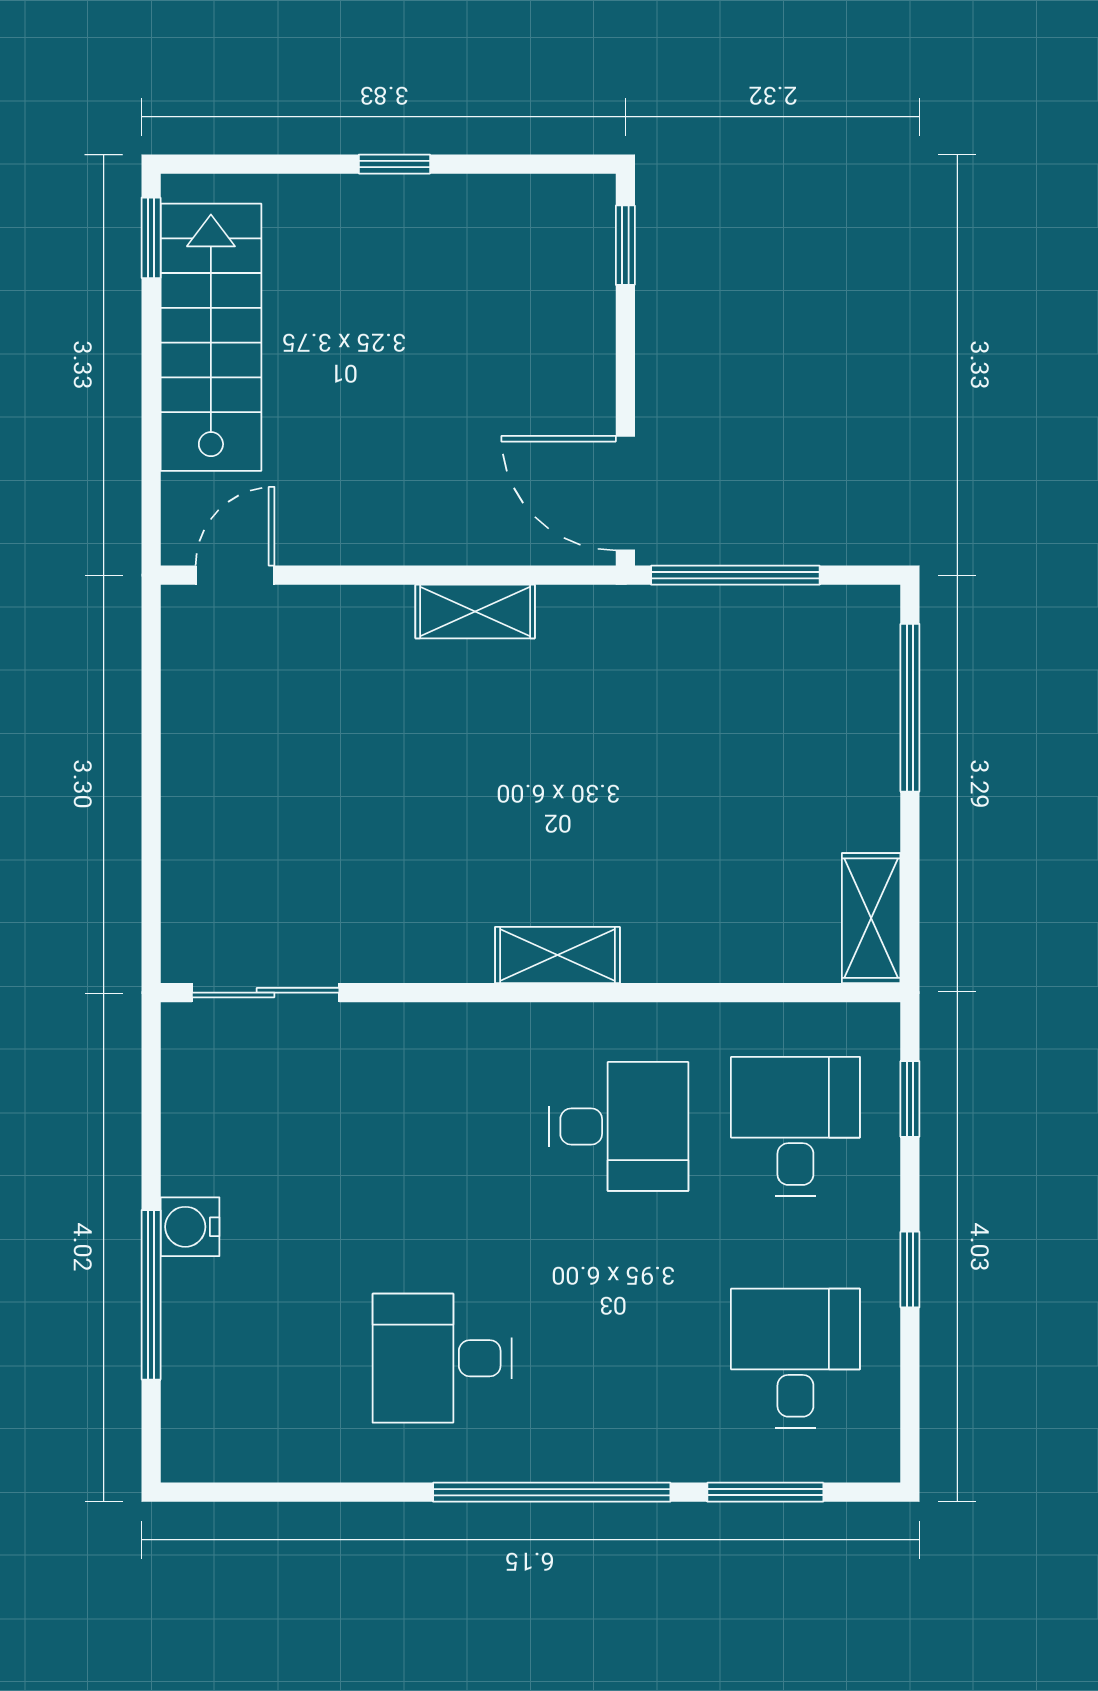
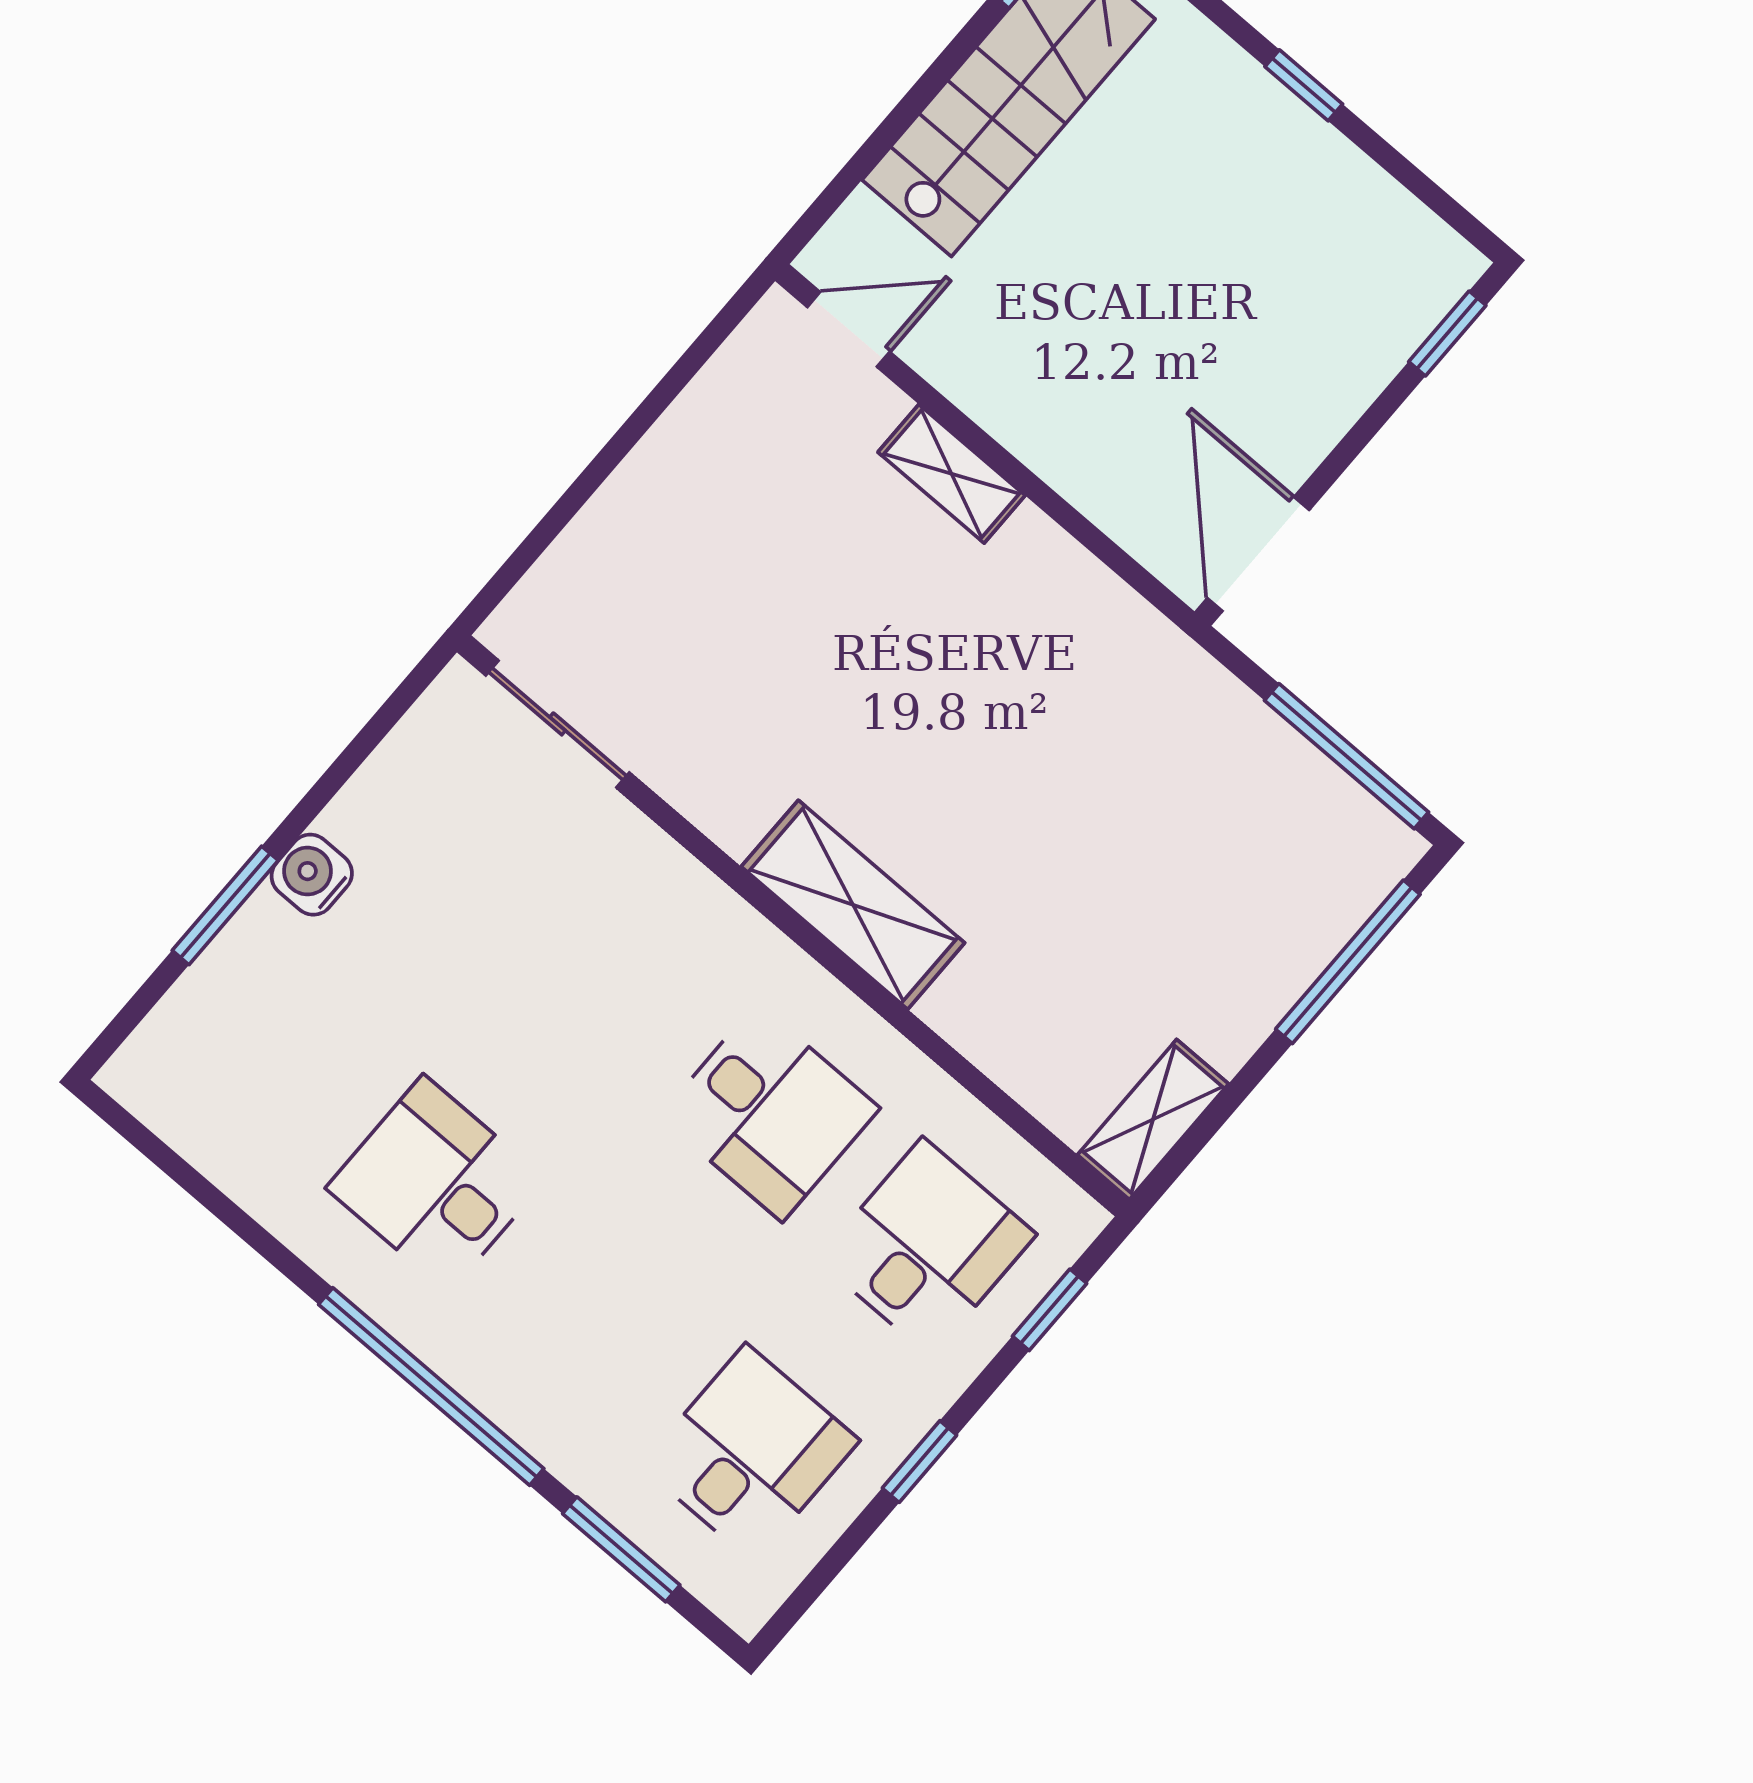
window: (735, 575) -> (1346, 756), moved
shelving: (475, 612) -> (952, 474), moved
shelving: (557, 955) -> (853, 905), width x1.50, depth x1.33
window: (151, 1295) -> (225, 905), width x0.69

